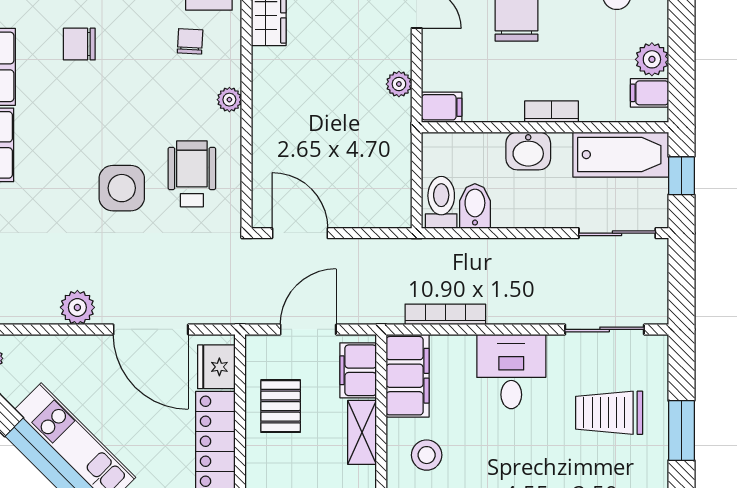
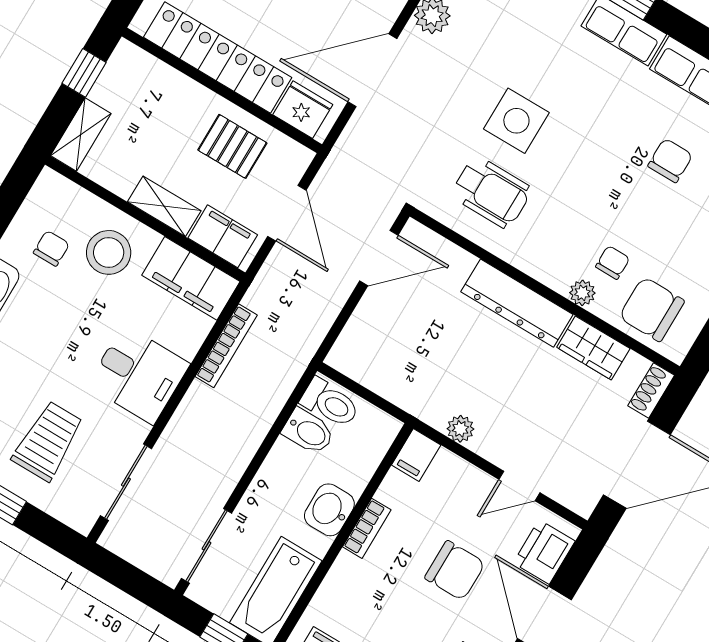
chair: (190, 41) -> (613, 262), turned -93
dresser: (270, 99) -> (517, 303), added
plant: (229, 100) -> (582, 293), moved
bookcase: (552, 112) -> (367, 528), moved
stool: (427, 455) -> (109, 252), width x1.38, depth x1.38

